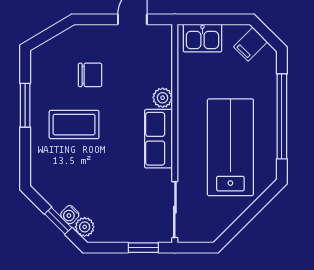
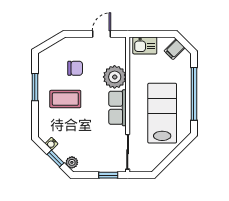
plant: (163, 98) -> (115, 77), width x1.87, depth x1.87
water cooler: (70, 215) -> (51, 144), moved

